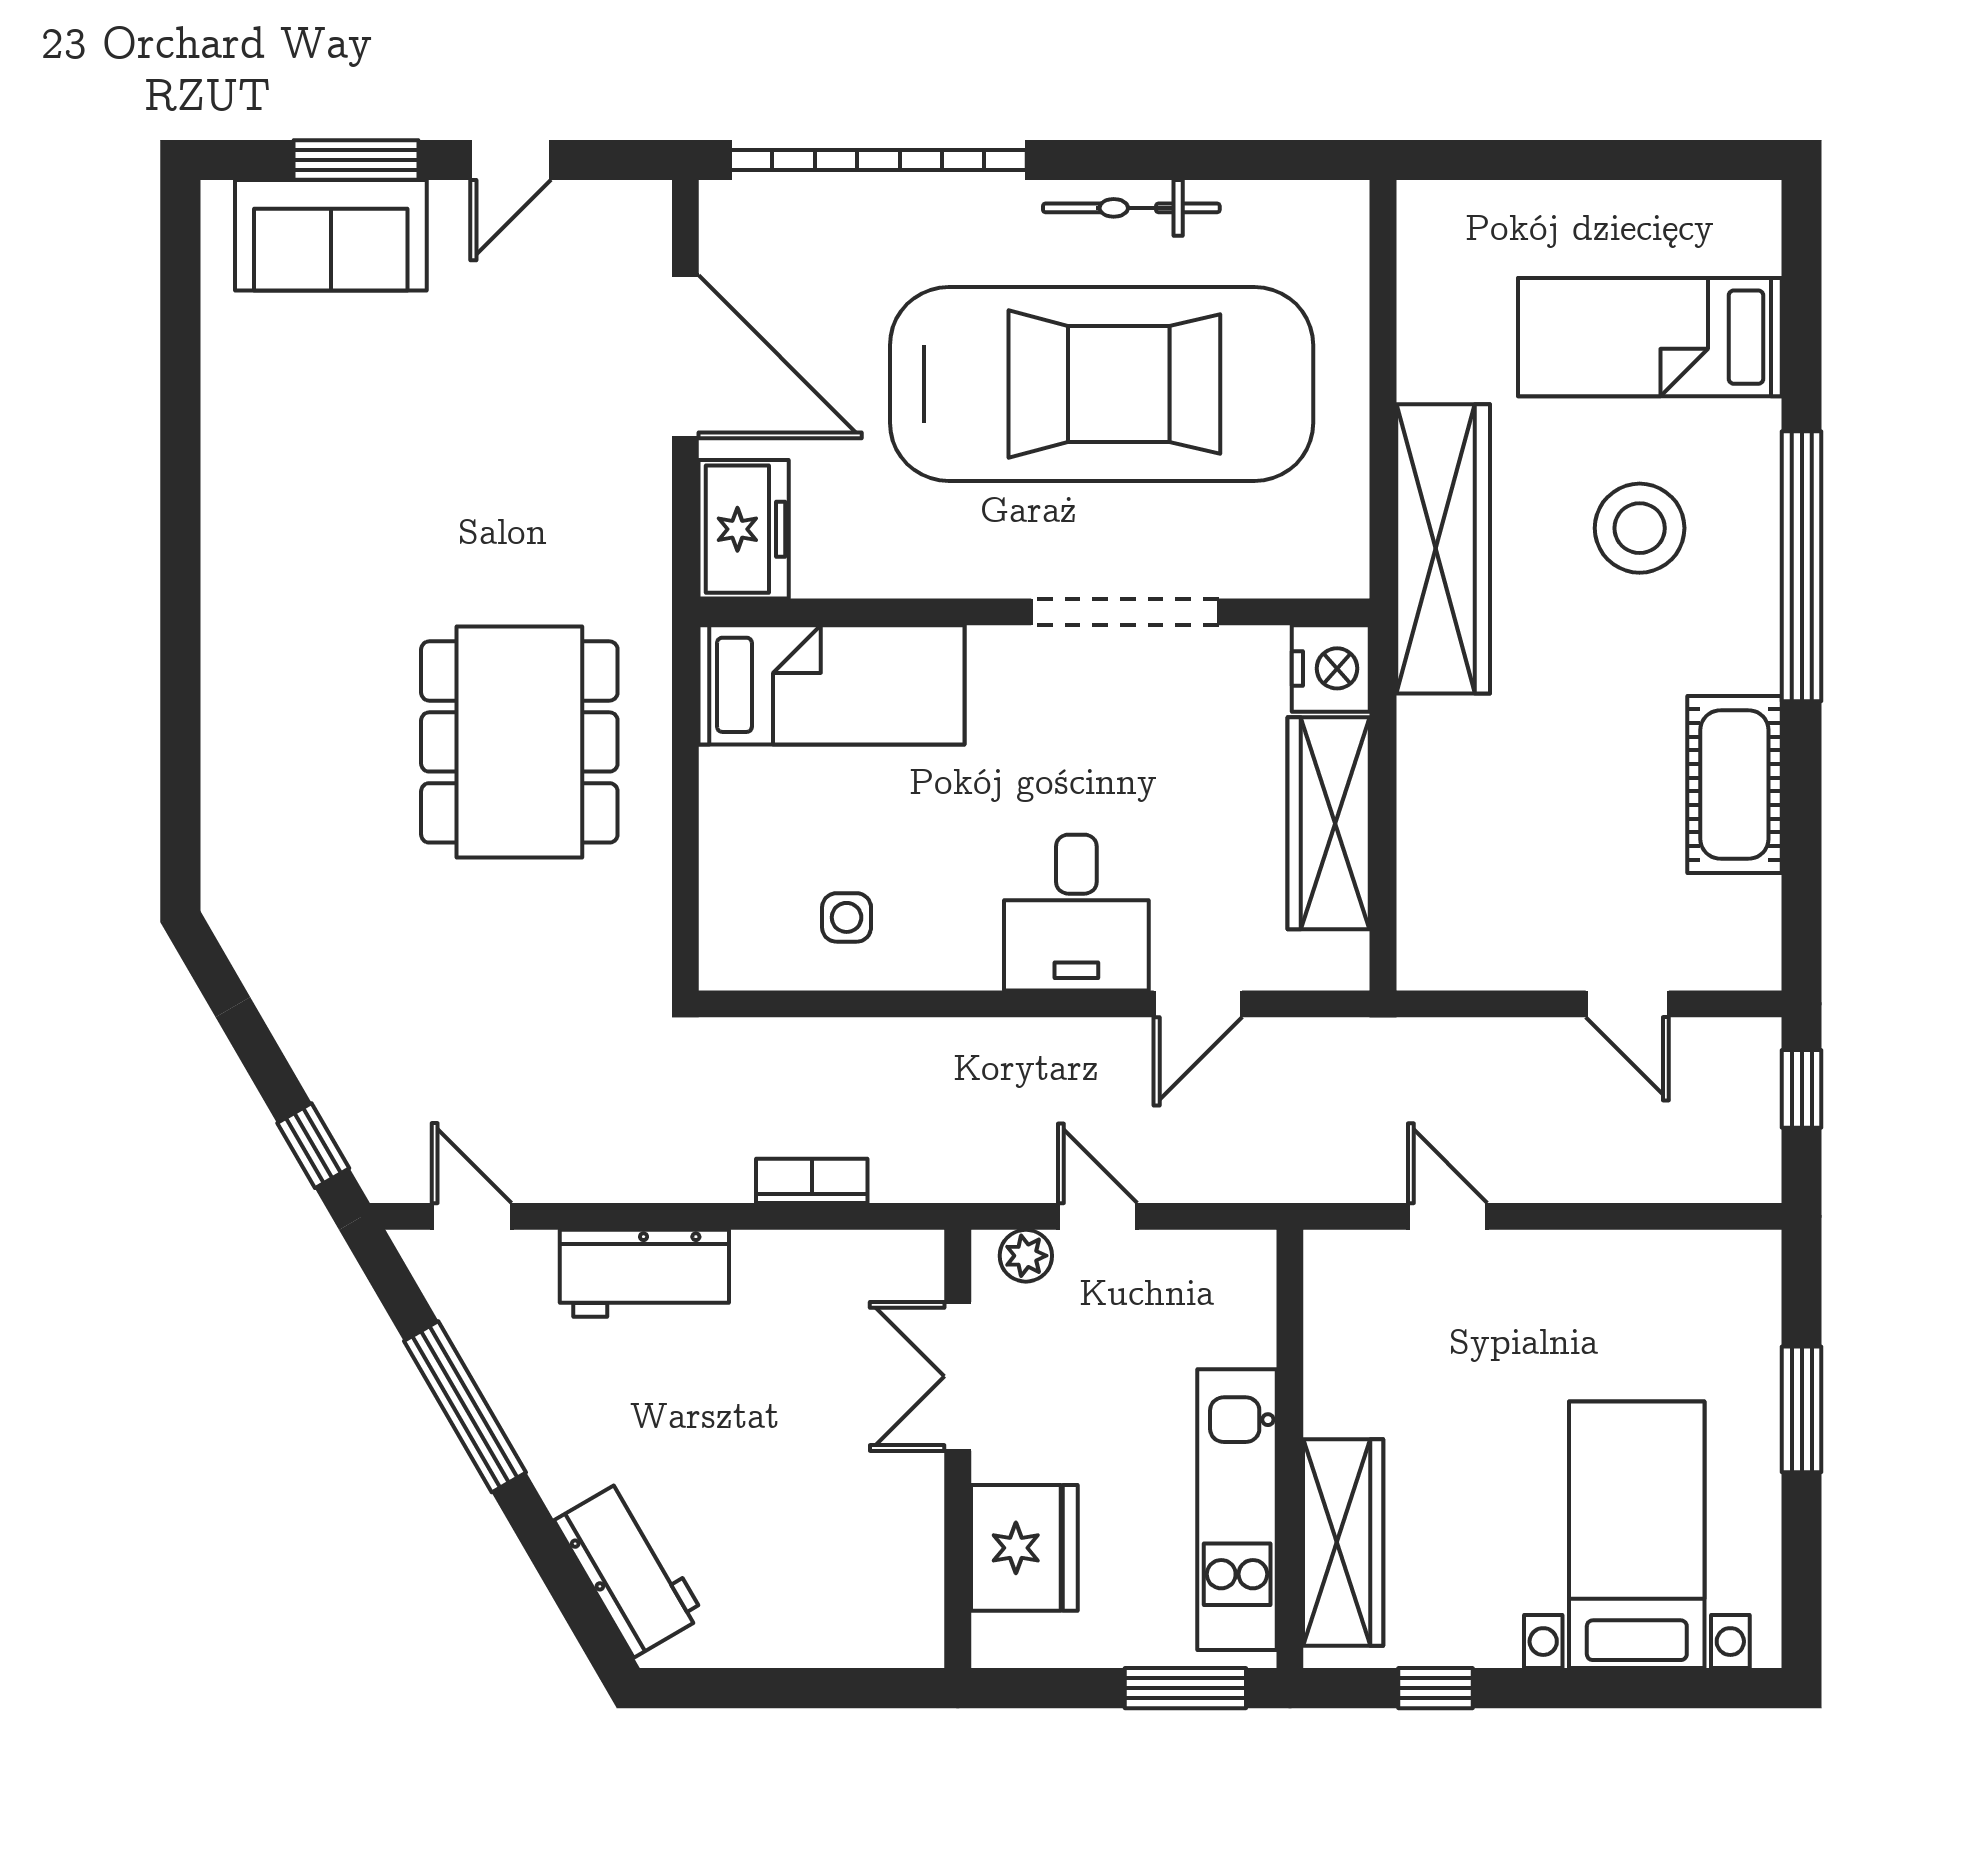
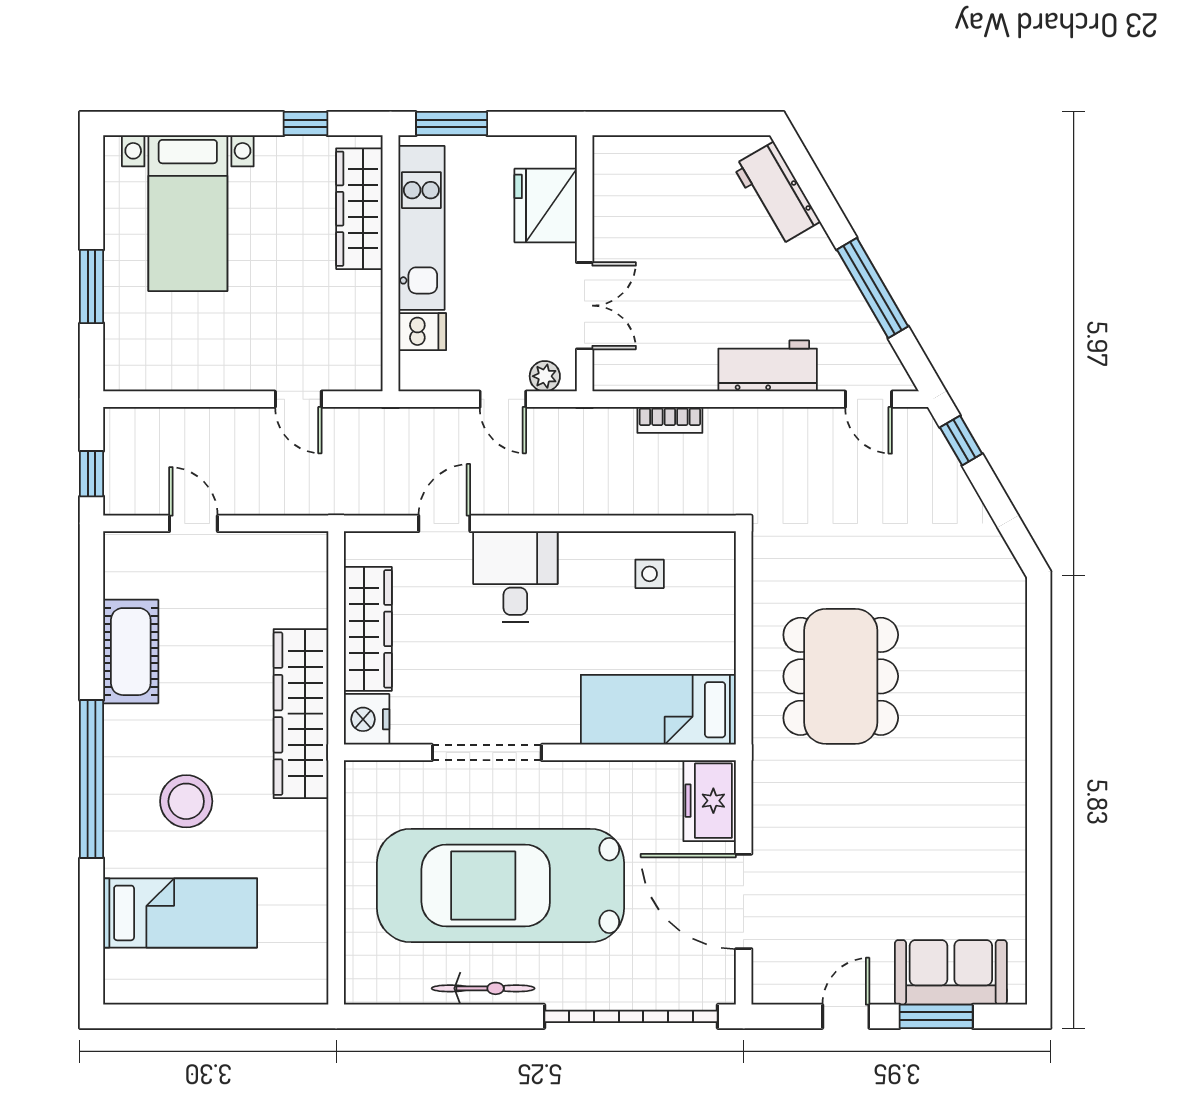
wardrobe: (1443, 549) -> (301, 714), moved
dishwasher: (1236, 1332) -> (422, 332), added

